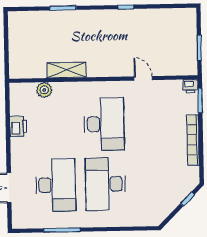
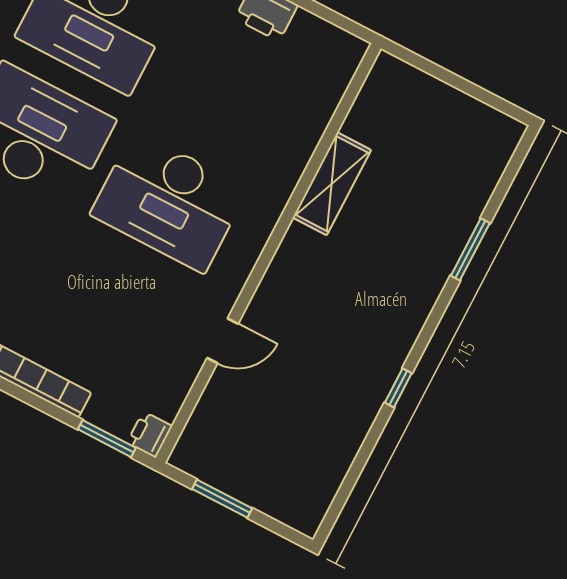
plant: (44, 90) -> (315, 112), removed

